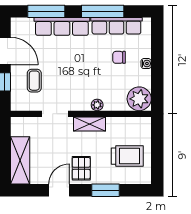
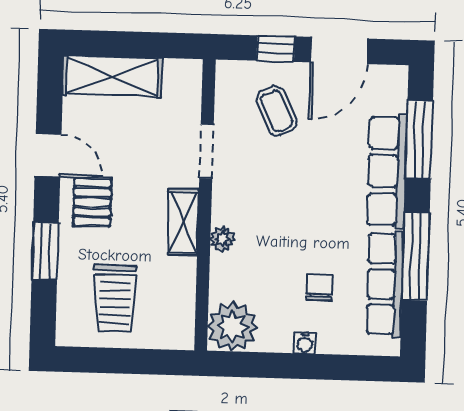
coffee table: (34, 81) -> (277, 111), turned 65
pallet: (81, 168) -> (92, 202), turned 90

